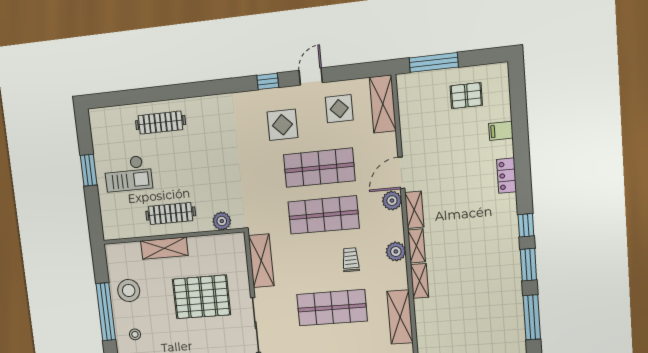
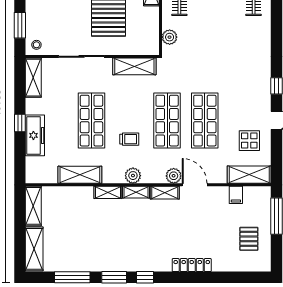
display table: (282, 125) -> (241, 94), removed
filing cabinet: (501, 131) -> (236, 195), moved, turned 180
locker: (507, 176) -> (192, 265), width x1.53

